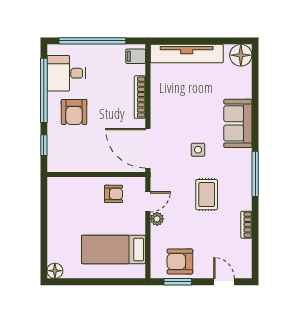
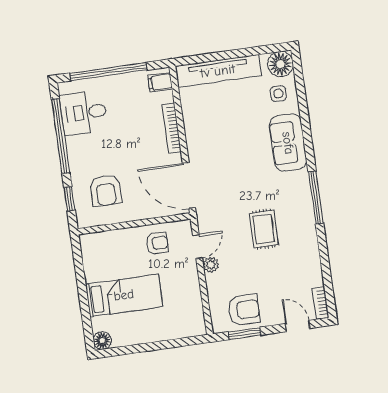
armchair: (74, 112) -> (106, 190), moved
side table: (198, 150) -> (278, 94), moved
bookcase: (246, 225) -> (321, 303), moved
bed: (113, 249) -> (124, 295), moved, turned 180
armchair: (180, 261) -> (244, 310), turned 180

